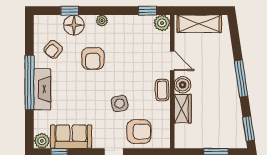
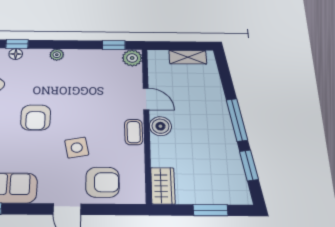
shelving: (199, 24) -> (188, 57), width x0.67, depth x0.75
floor lamp: (74, 25) -> (16, 54), width x0.53, depth x0.53
armchair: (93, 58) -> (36, 118), moved
wardrobe: (183, 109) -> (163, 186), moved
window: (249, 129) -> (249, 165), moved

